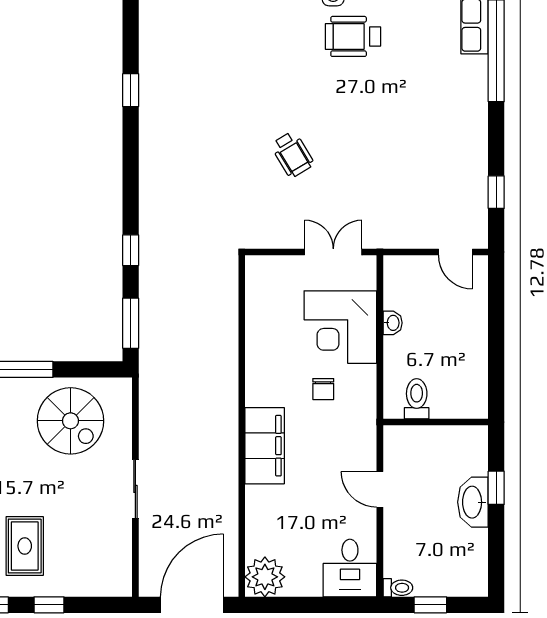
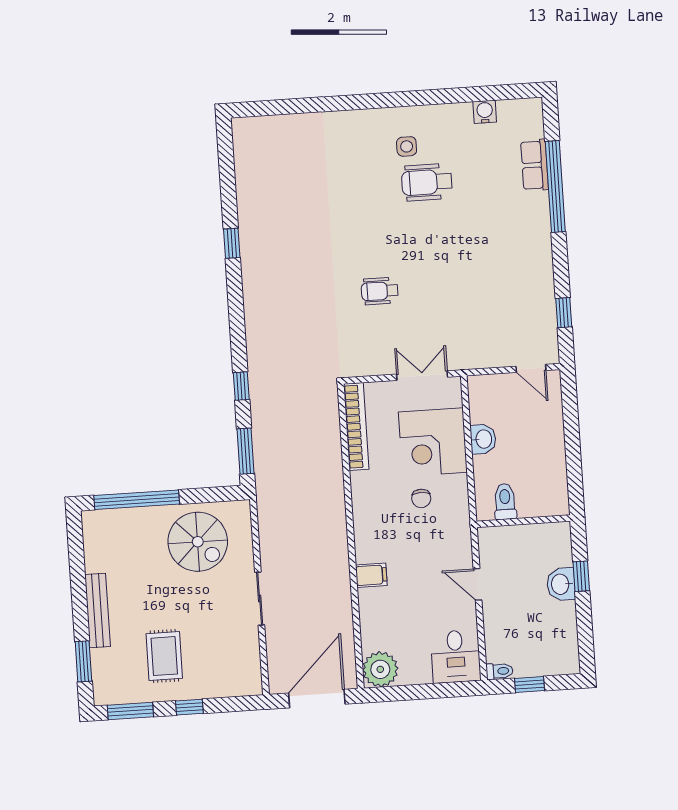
wheelchair: (292, 154) -> (380, 291), turned 121
bookcase: (256, 304) -> (356, 427), added
washbasin: (393, 323) -> (483, 439), width x1.38, depth x1.45
filing cabinet: (265, 446) -> (371, 575), width x0.33, depth x0.86
washbasin: (473, 502) -> (561, 584), width x0.72

